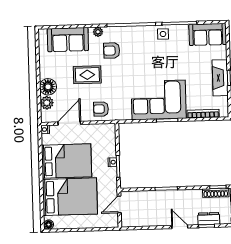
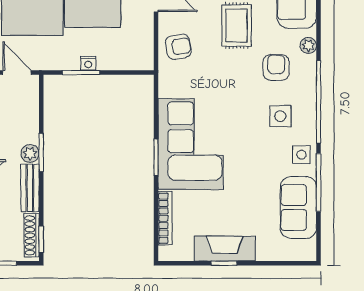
sofa: (208, 34) -> (298, 207), moved
side table: (140, 47) -> (280, 116), added
armchair: (101, 109) -> (178, 47), turned 80
plant: (167, 195) -> (30, 153), added
bench: (188, 195) -> (30, 188), added

